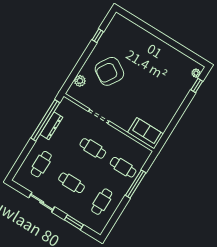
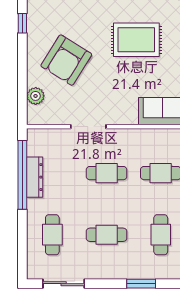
rug: (156, 84) -> (136, 40), added
sliding door: (42, 202) -> (64, 284), moved

